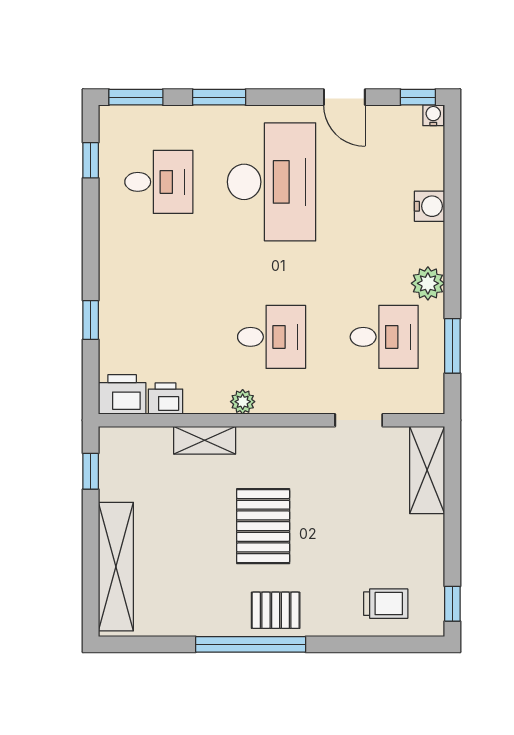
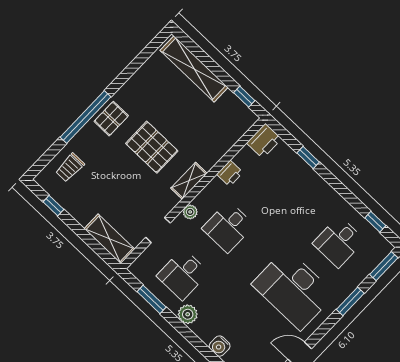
printer: (165, 398) -> (230, 173), moved
plant: (243, 402) -> (190, 212), moved
shelving: (205, 440) -> (189, 181), moved
window: (452, 604) -> (53, 206), moved
window: (251, 644) -> (85, 117), moved

